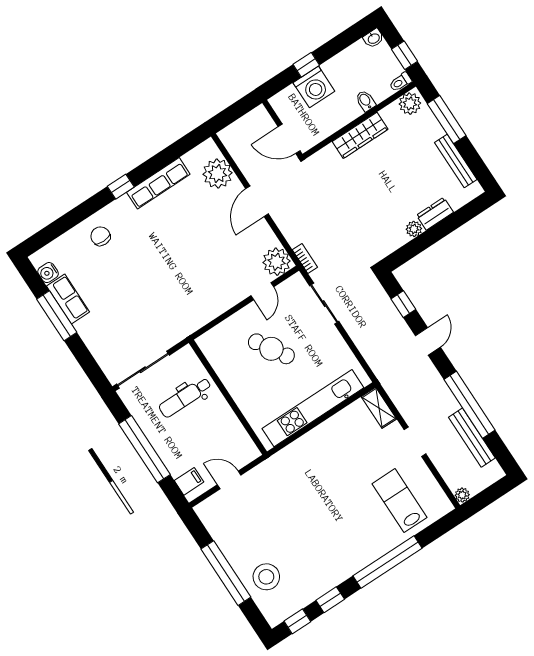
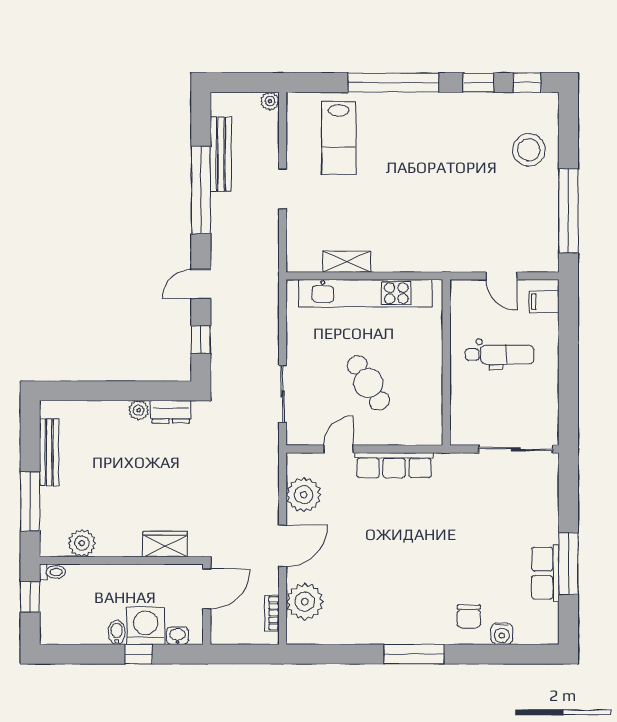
washbasin: (374, 38) -> (177, 636), moved
bidet: (366, 101) -> (117, 632), moved, turned 180
plant: (410, 104) -> (82, 543), moved
wardrobe: (360, 135) -> (165, 544), moved, width x0.67
door: (289, 139) -> (207, 589), hinge flipped
row of seats: (158, 183) -> (394, 465), moved, turned 180
window: (121, 187) -> (414, 654), width x2.17
dresser: (435, 214) -> (171, 412), moved
bookcase: (305, 259) -> (272, 613), moved
plant: (277, 262) -> (304, 495), moved
water cooler: (48, 273) -> (502, 634), moved, turned 90
dental chair: (185, 397) -> (500, 355), moved
shelving: (379, 408) -> (347, 262), moved, turned 90
window: (144, 449) -> (568, 365), removed
window: (226, 573) -> (568, 211), moved

